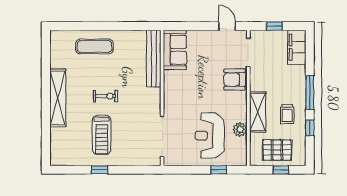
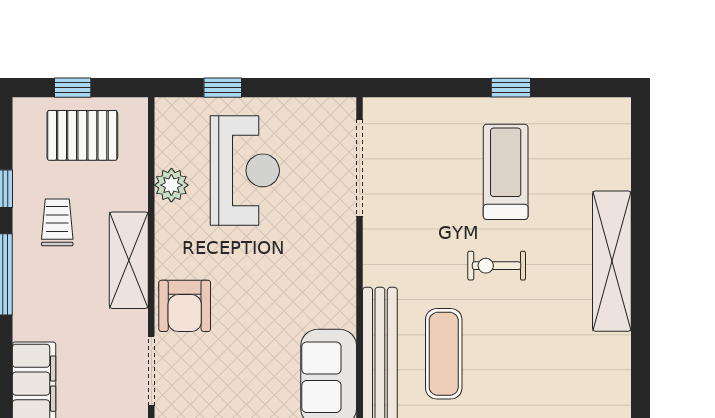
exercise mat: (94, 47) -> (444, 354), moved, turned 90
armchair: (235, 79) -> (185, 306), turned 90
shelving: (258, 112) -> (129, 260), moved

